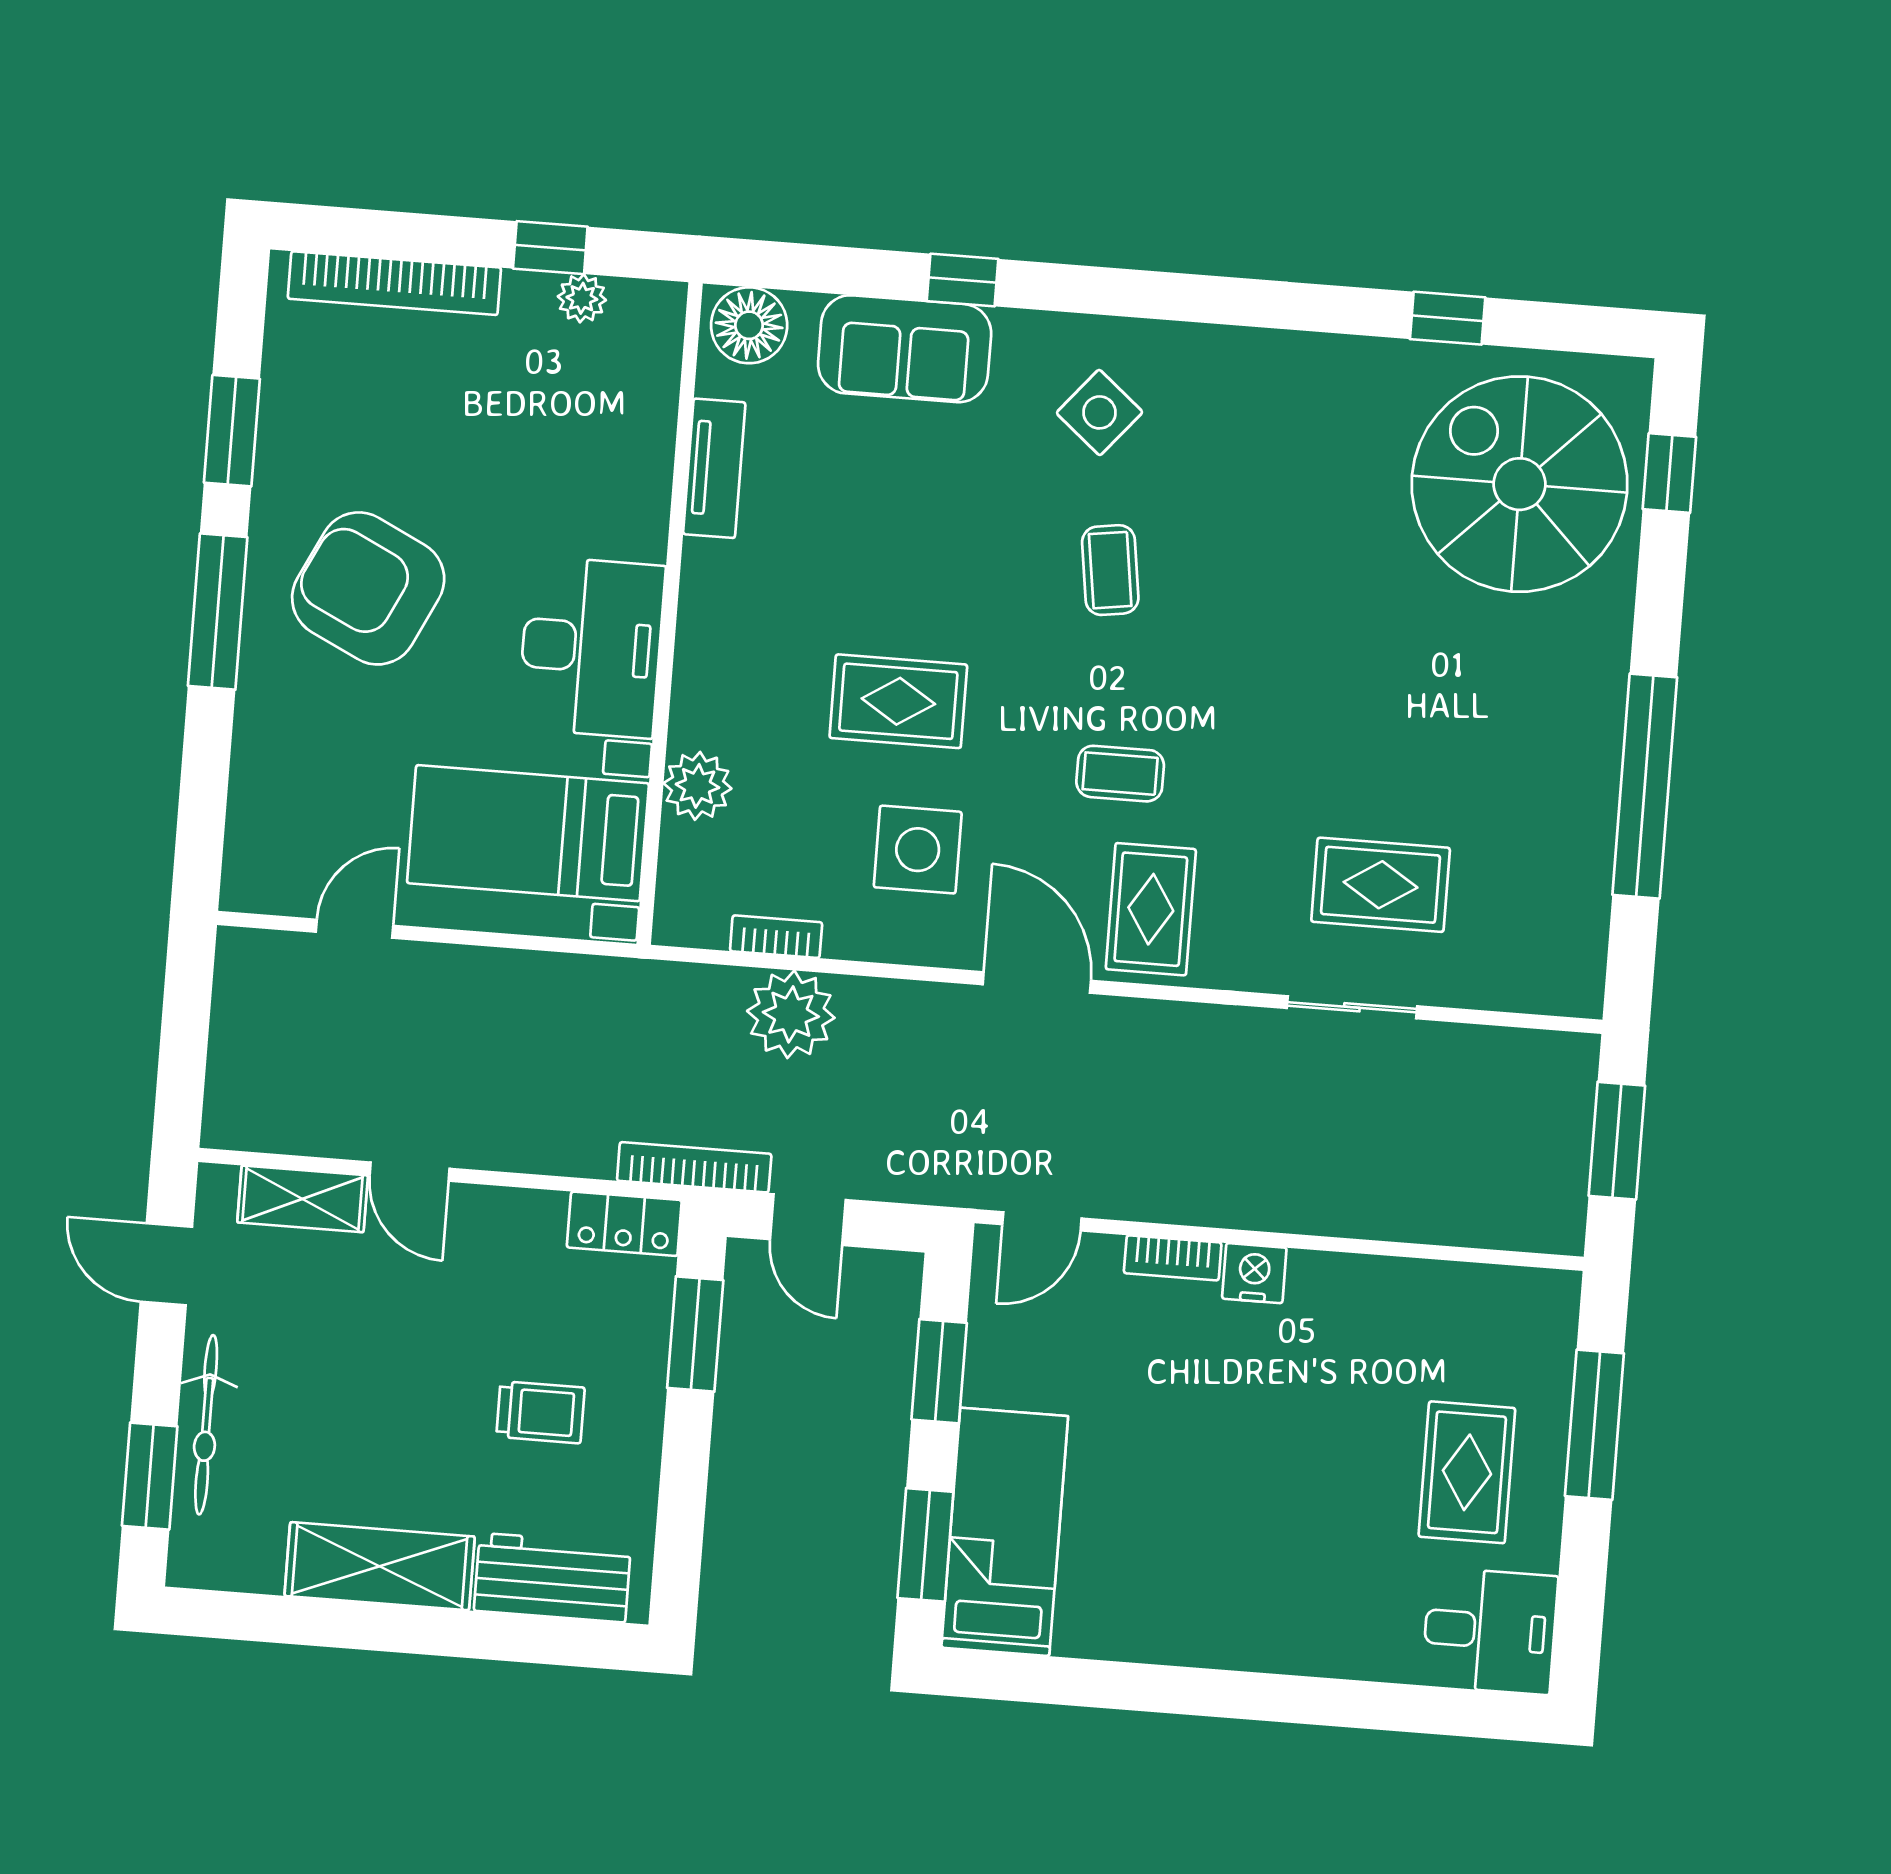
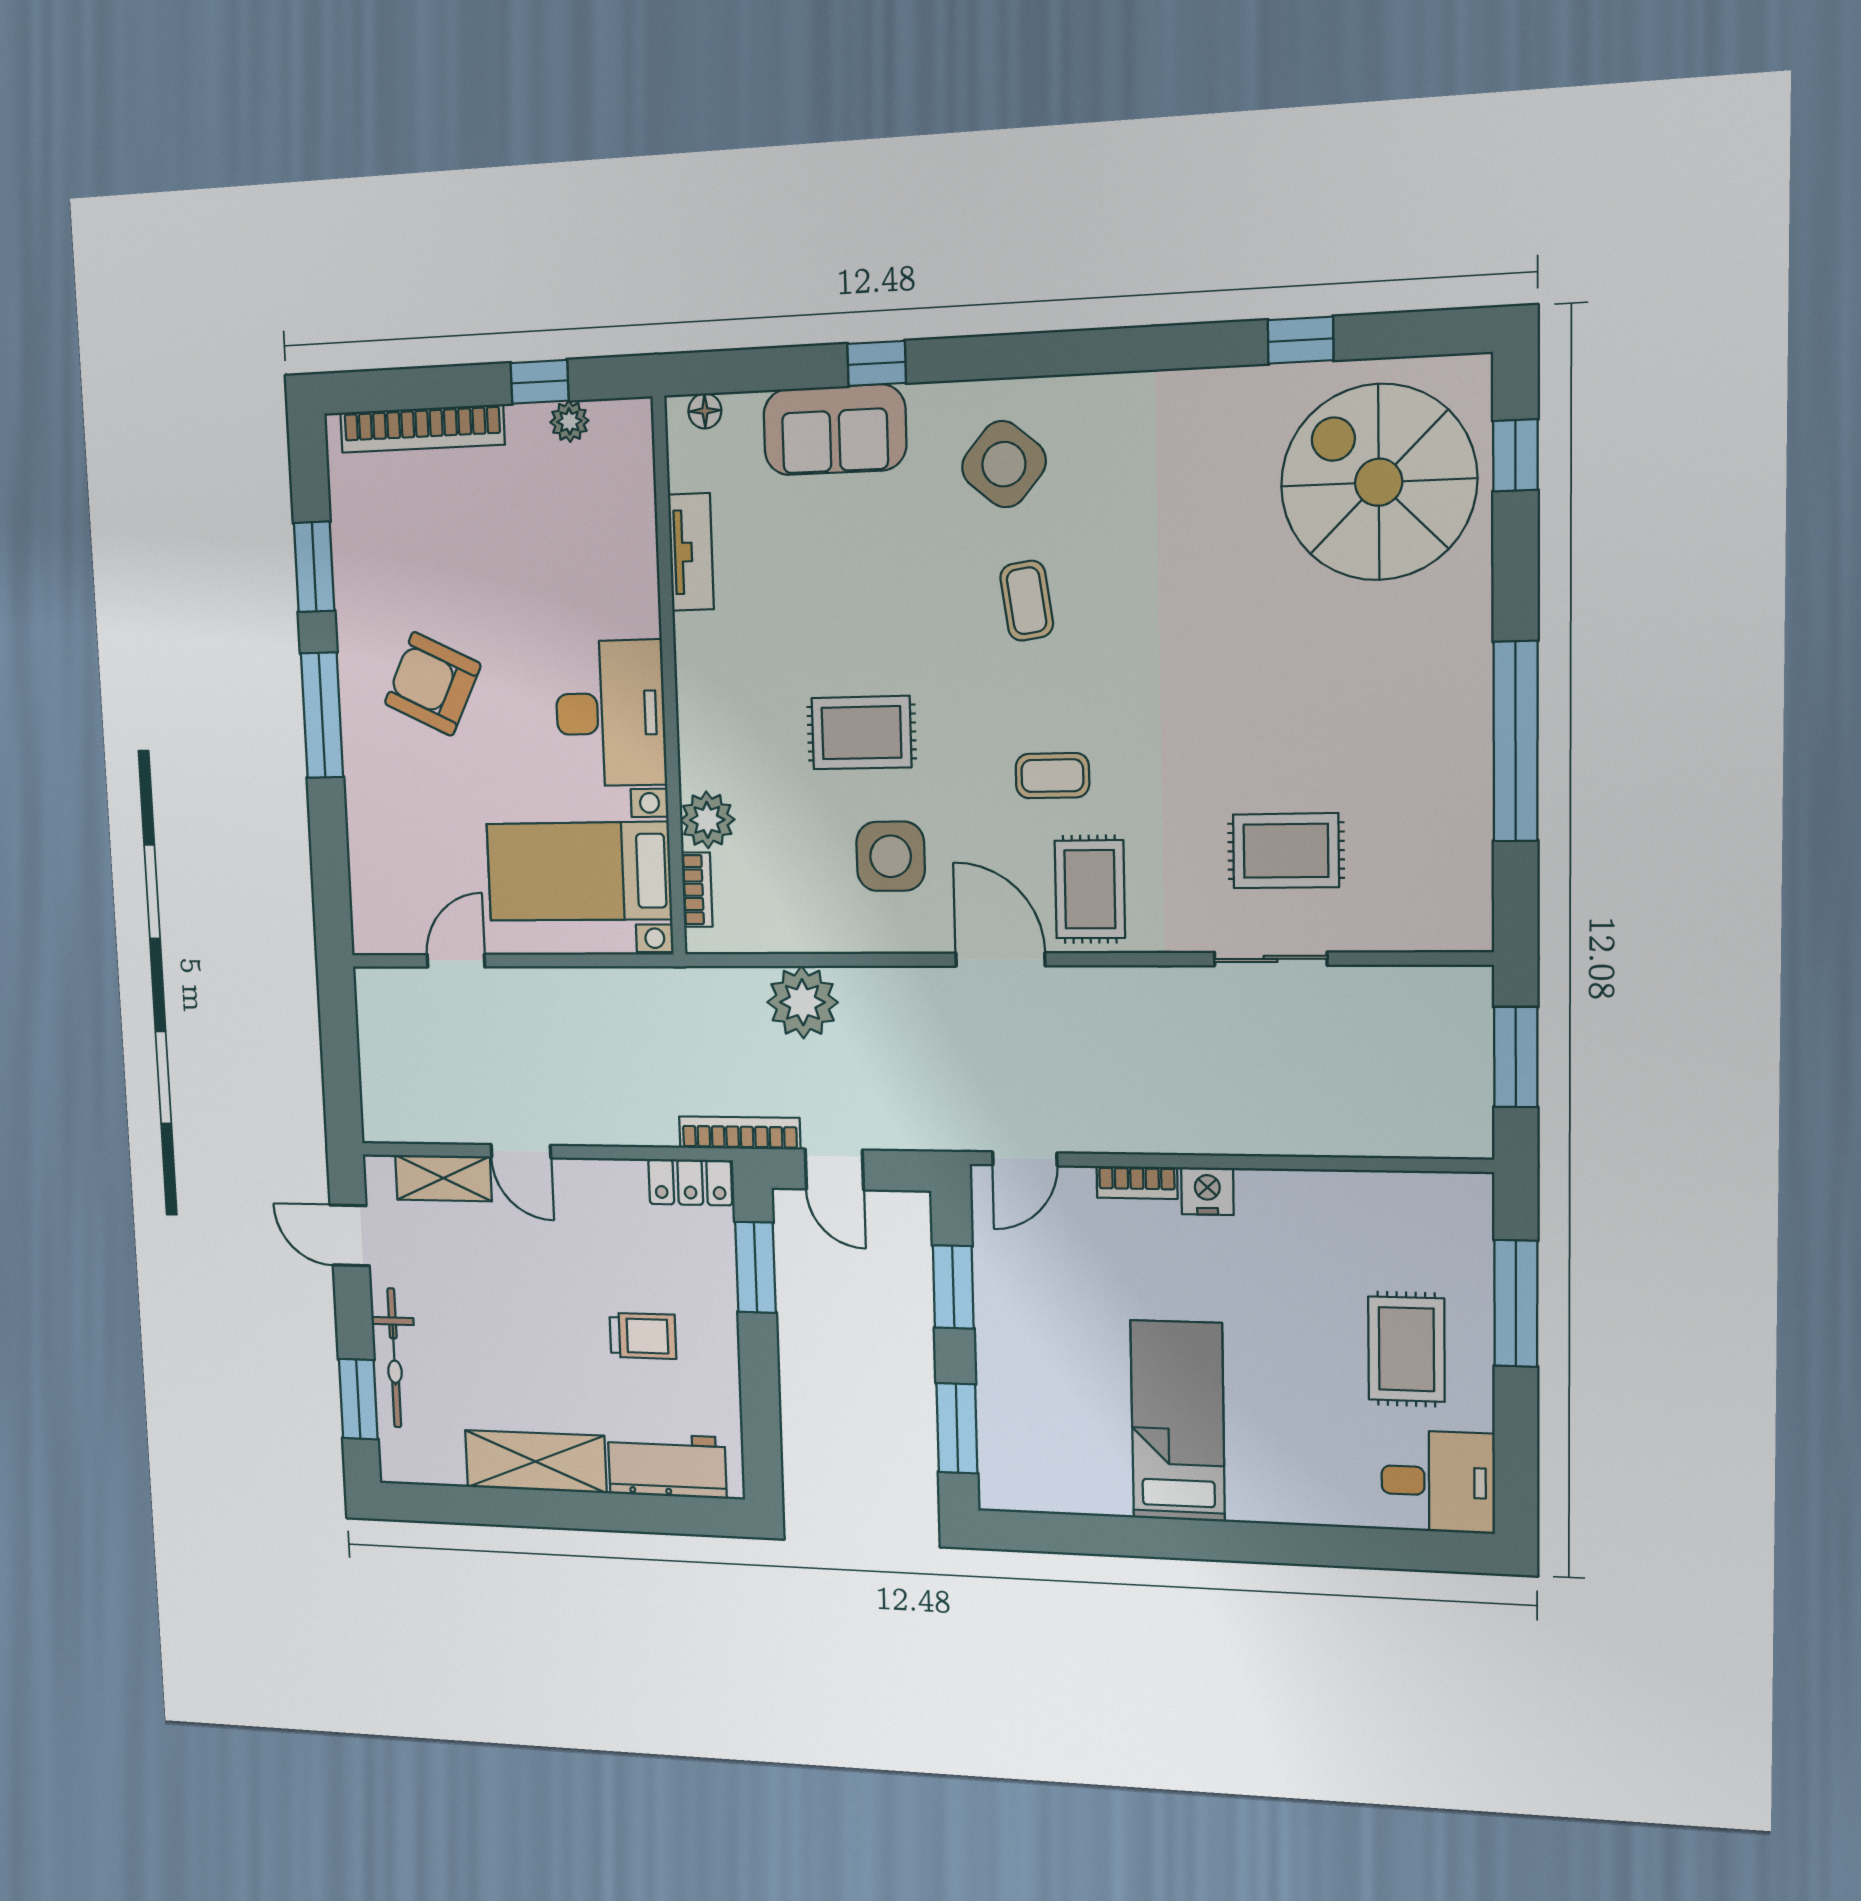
floor lamp: (749, 325) -> (705, 411), width x0.53, depth x0.53
side table: (1099, 412) -> (1004, 464), width x1.37, depth x1.37
armchair: (368, 588) -> (433, 684), width x0.73, depth x0.73
bookcase: (776, 937) -> (697, 890), moved, turned 90
bed: (1005, 1532) -> (1178, 1421), moved

